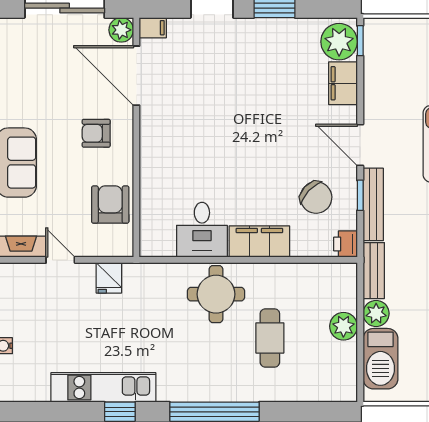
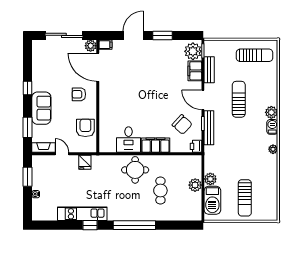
bench: (374, 271) -> (209, 70), moved

